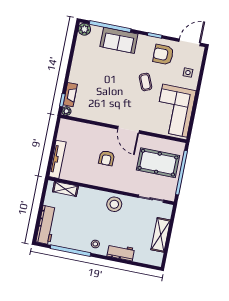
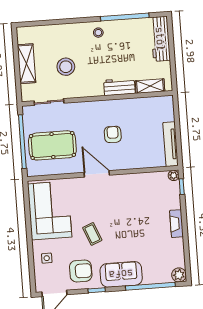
sofa: (119, 40) -> (121, 274), moved
fireplace: (70, 95) -> (176, 224), moved
tv unit: (57, 159) -> (171, 144), moved
stool: (114, 204) -> (66, 67), moved
workbench: (121, 252) -> (119, 87), moved, turned 180

